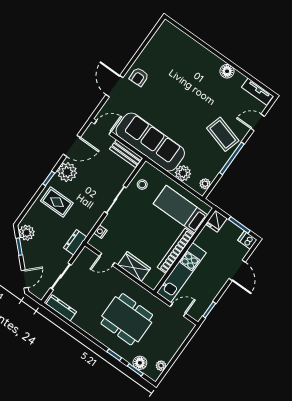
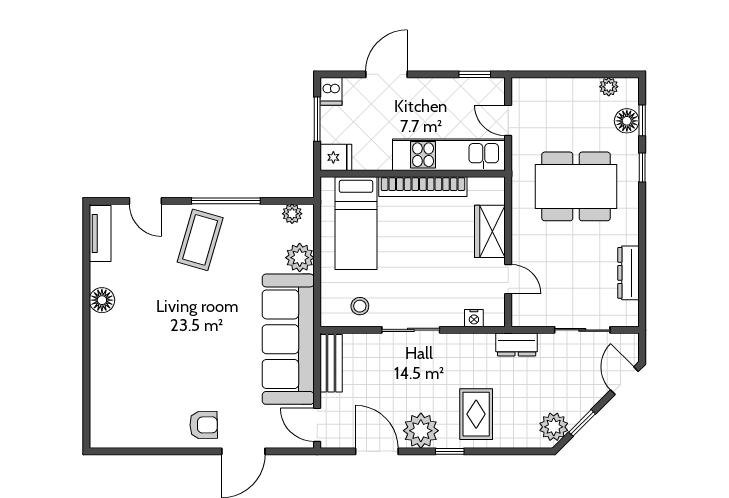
door: (25, 279) -> (624, 381), hinge flipped
dresser: (61, 308) -> (629, 273), moved
dining table: (127, 319) -> (576, 186), turned 90

